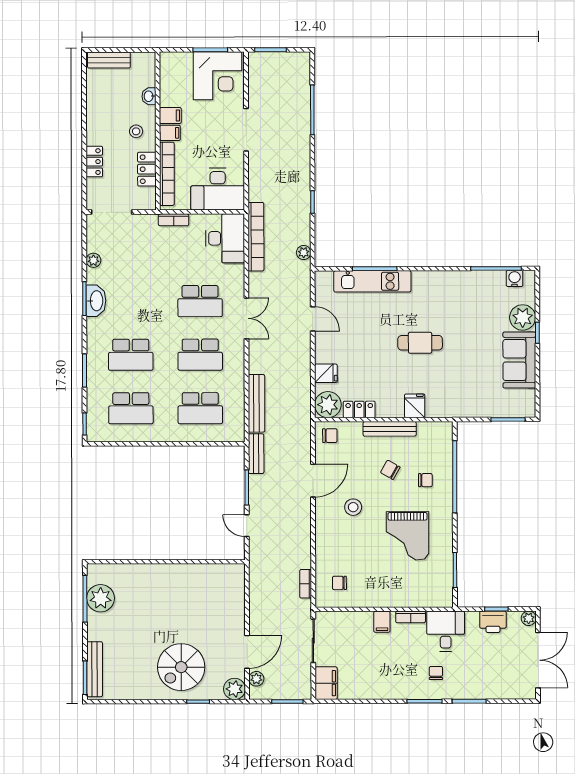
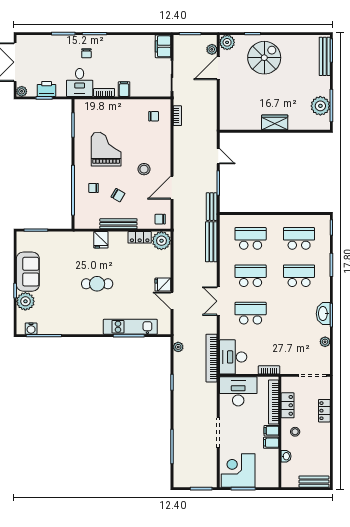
fridge: (326, 373) -> (163, 285), moved
wardrobe: (166, 574) -> (275, 122), added

